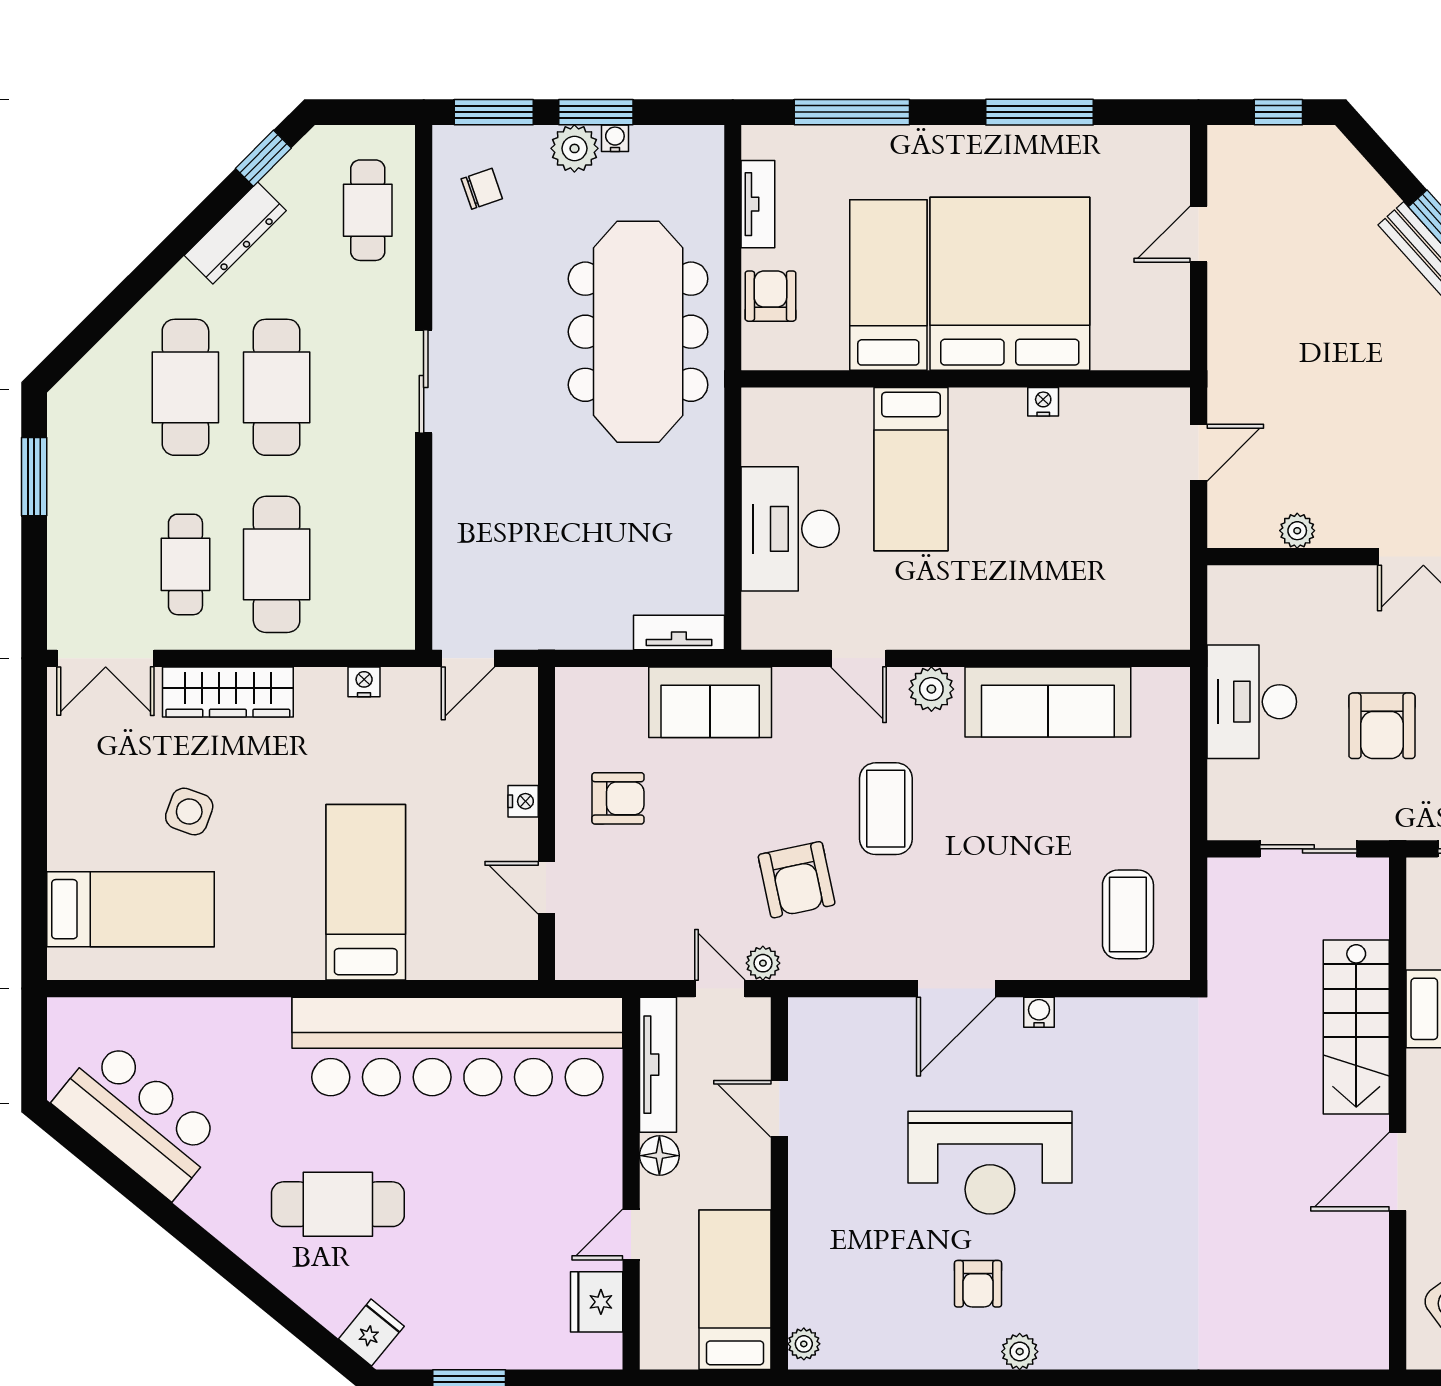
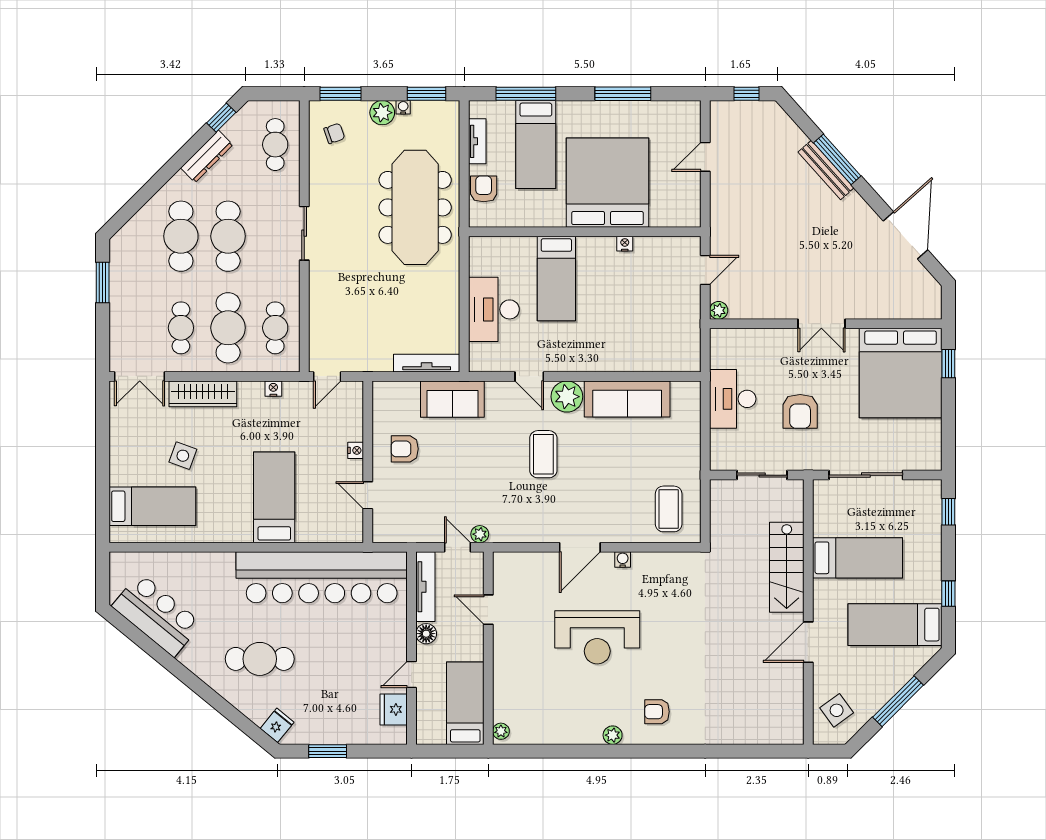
window: (596, 112) -> (427, 94), moved
bed: (888, 285) -> (536, 145), moved, turned 180
plant: (1297, 531) -> (719, 310), moved
cafe table: (368, 564) -> (275, 328), added
tv unit: (679, 633) -> (427, 363), width x1.41
plant: (931, 689) -> (567, 397), width x1.36, depth x1.36
armchair: (618, 798) -> (405, 449), turned 180
armchair: (797, 880) -> (497, 491), removed
armchair: (978, 1284) -> (657, 712), moved, turned 90

